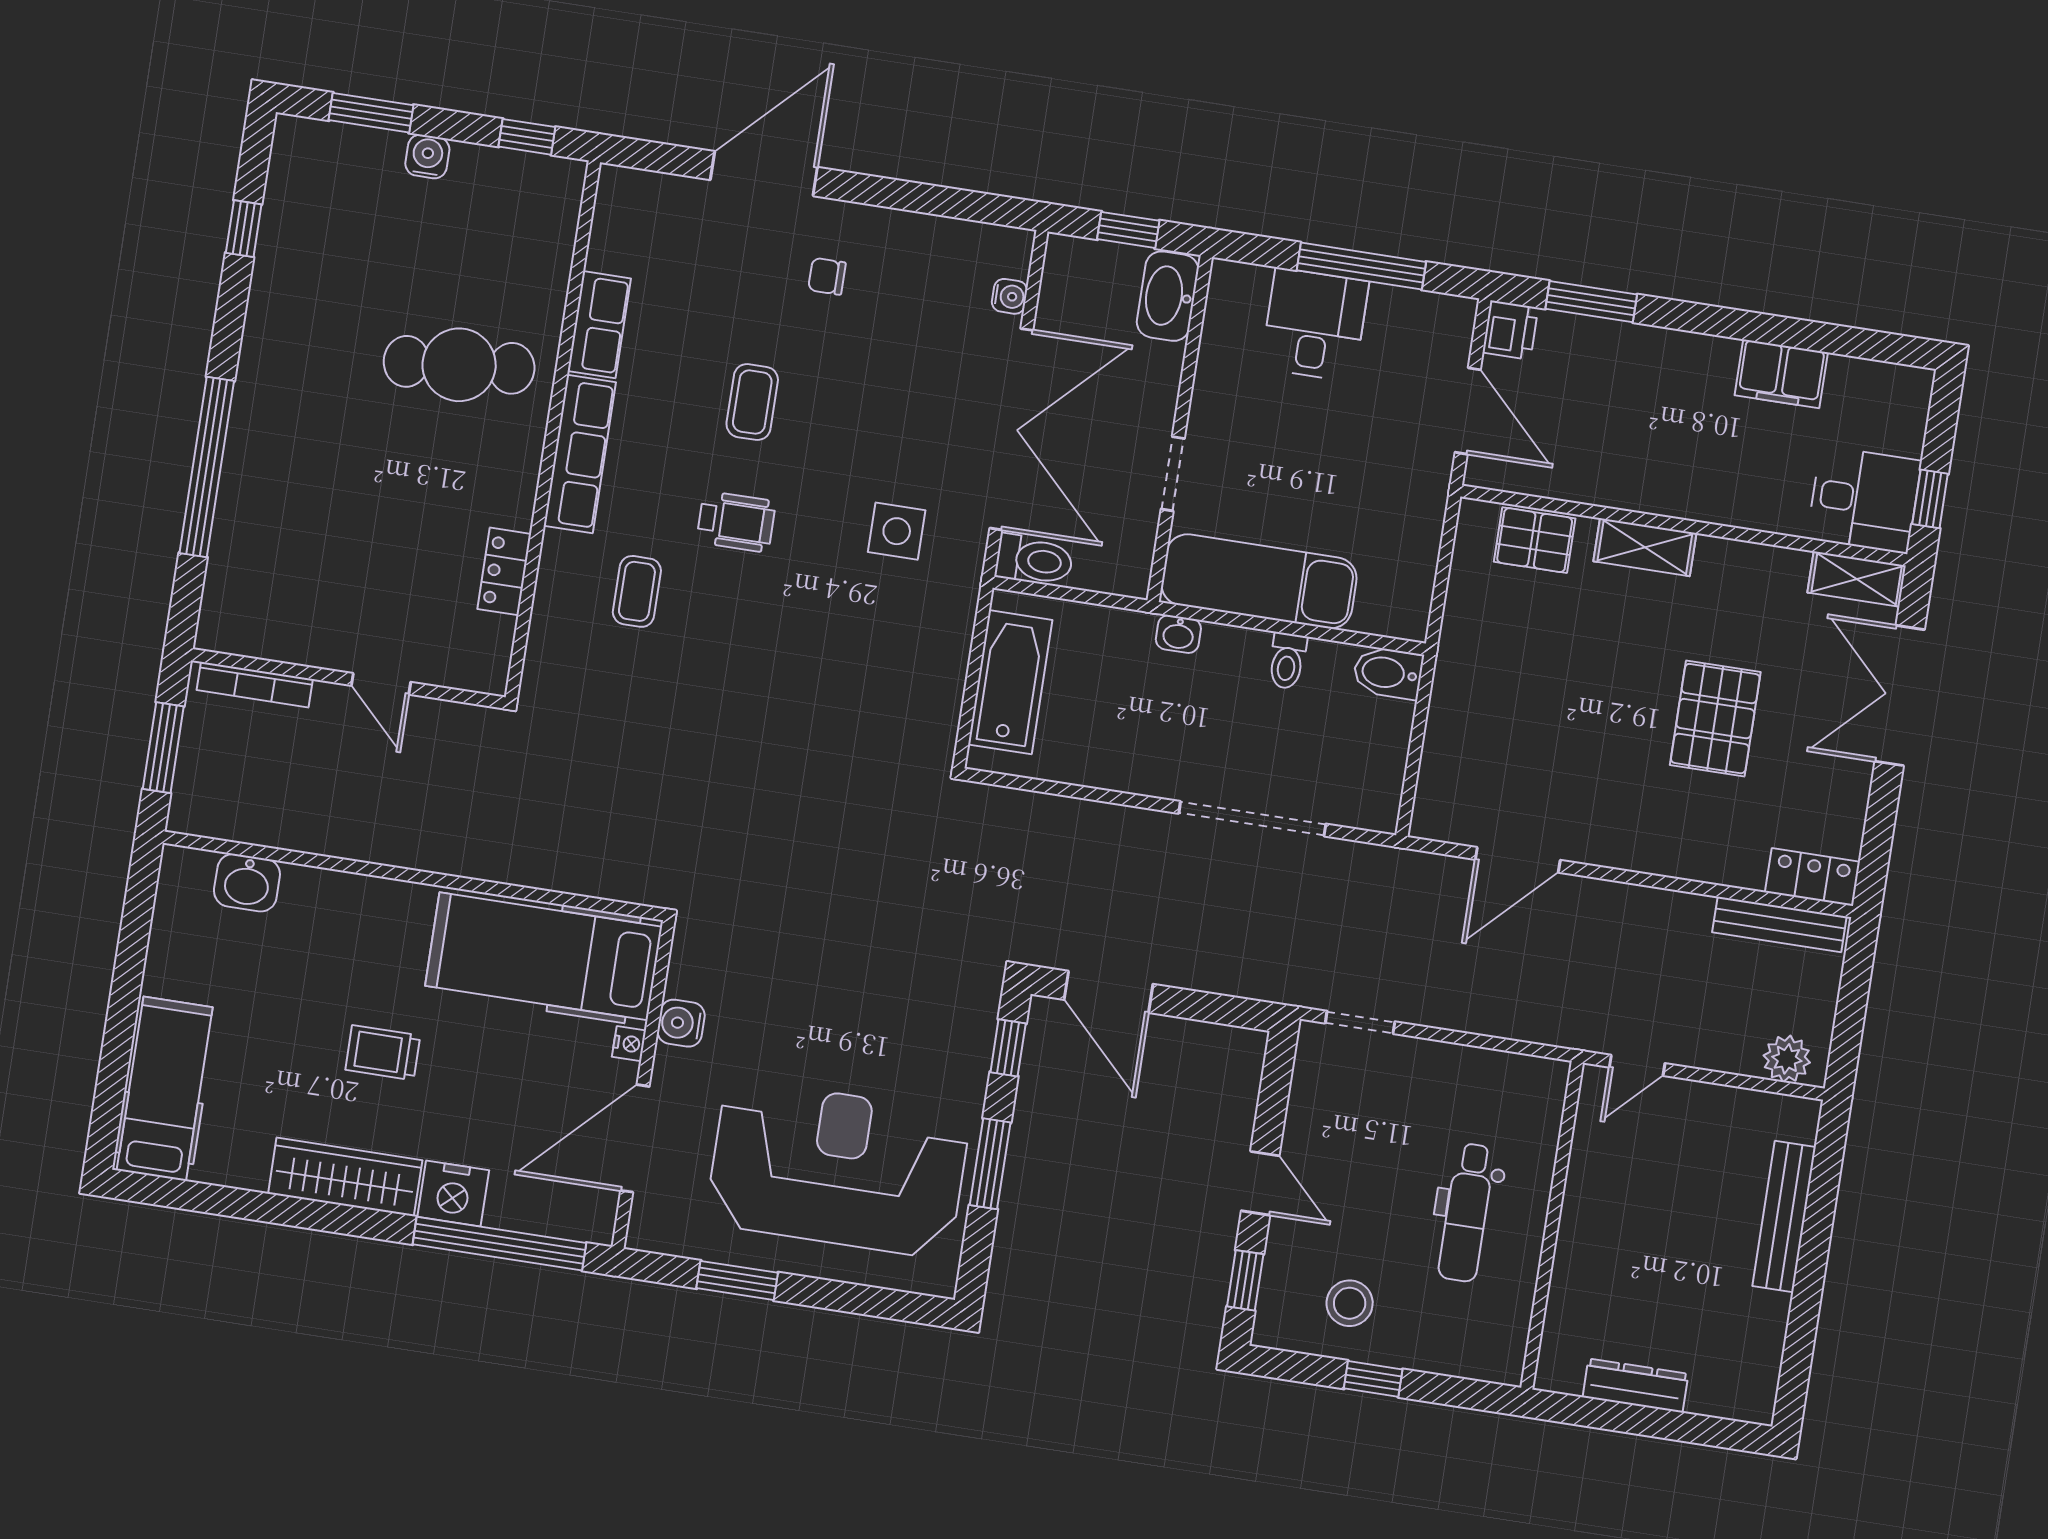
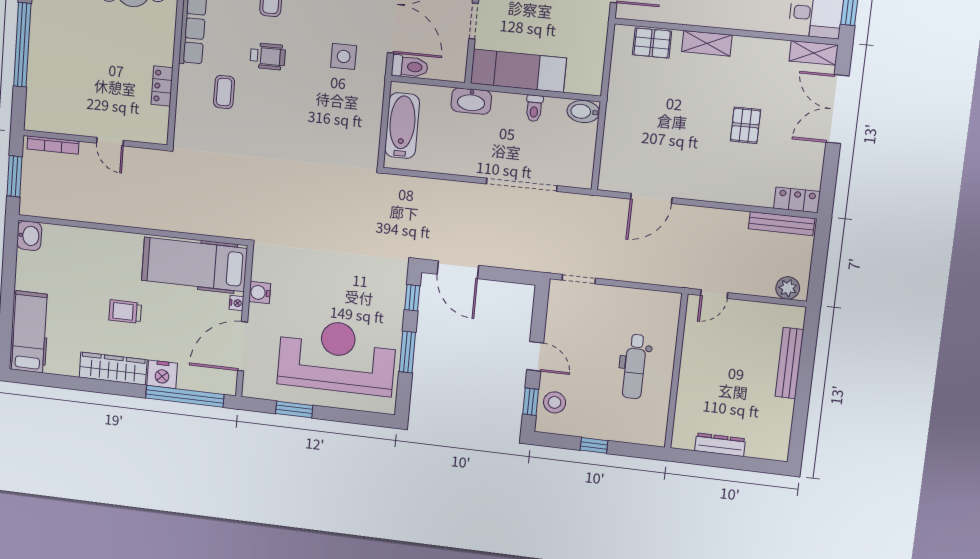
washbasin: (1178, 634) -> (471, 101), width x1.91, depth x1.45
pallet: (1715, 719) -> (745, 125), width x0.67, depth x0.71
washbasin: (247, 883) -> (29, 236), moved, turned -90
stool: (1350, 1303) -> (555, 402), moved

